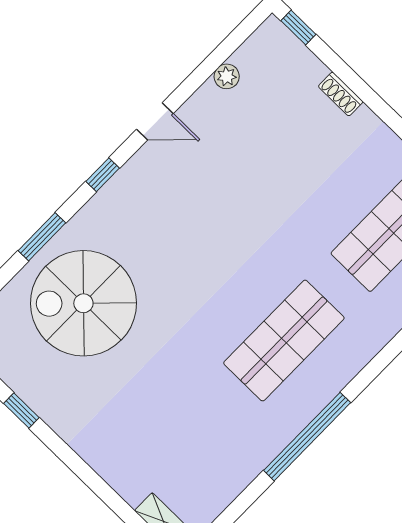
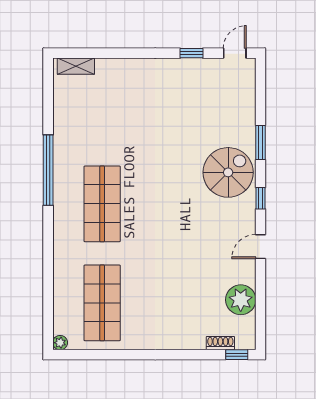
plant: (227, 76) -> (241, 300), width x1.88, depth x1.88
shoe rack: (341, 94) -> (220, 343), moved
spiral stairs: (83, 303) -> (228, 172), moved, width x0.73, depth x0.73

